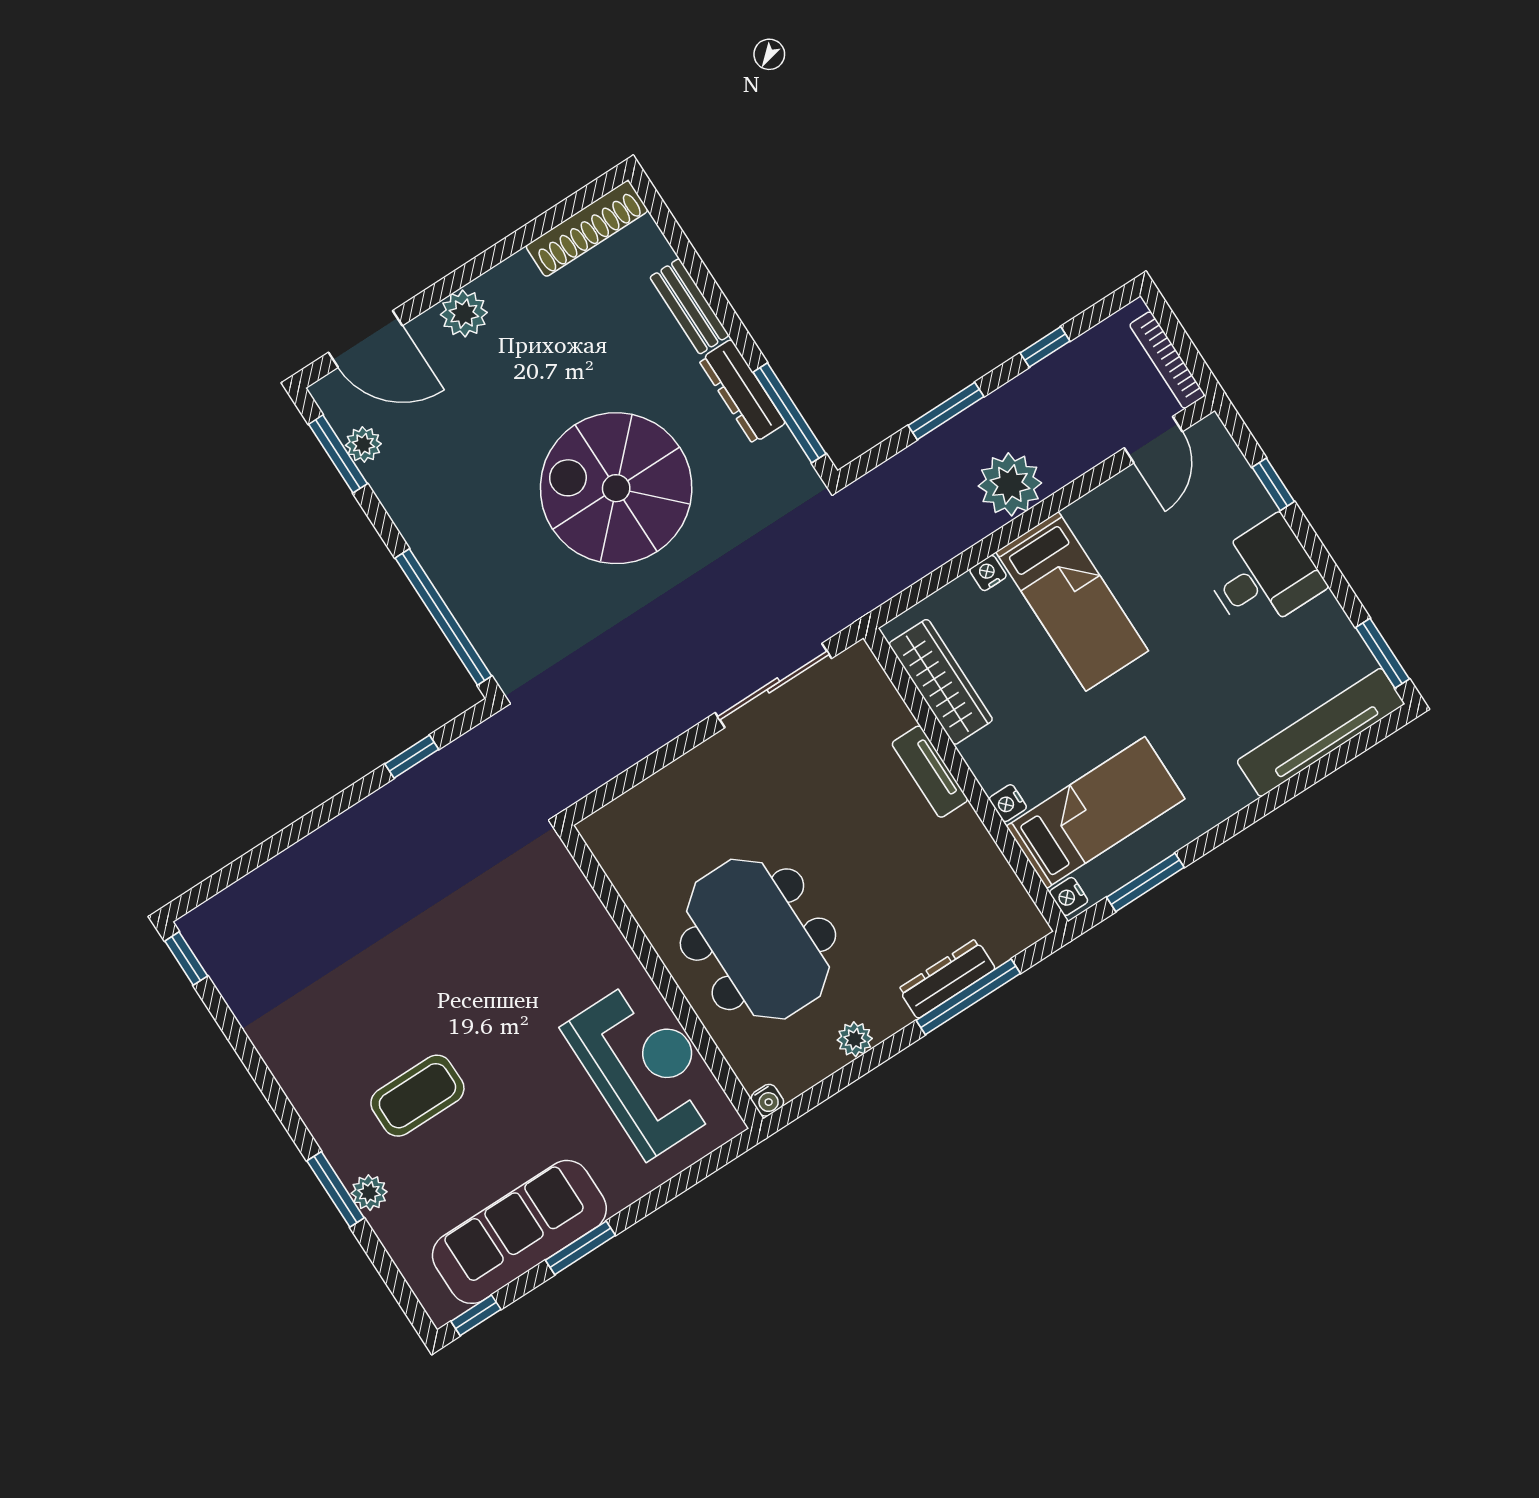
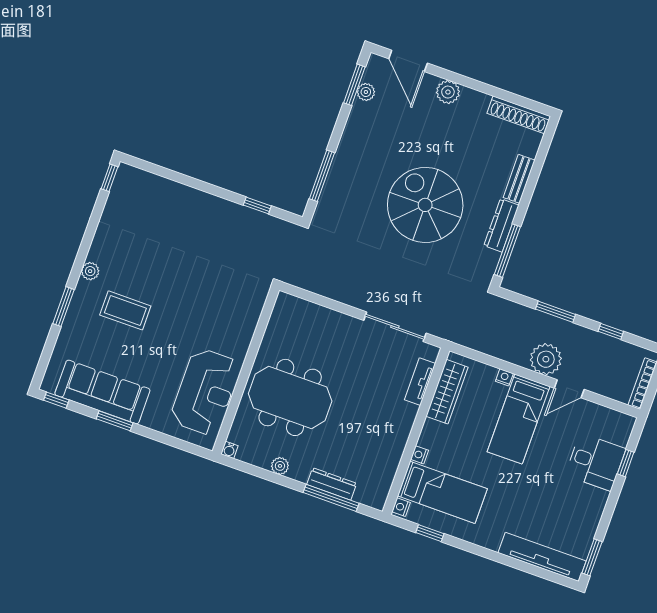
door: (1153, 440) -> (569, 389), moved
desk: (1263, 576) -> (595, 462), moved
window: (443, 617) -> (322, 176), width x0.68
tv unit: (930, 772) -> (420, 382), moved
window: (1145, 882) -> (430, 533), width x0.67
meeting table: (758, 939) -> (290, 397), turned 90
plant: (369, 1193) -> (90, 271), moved

